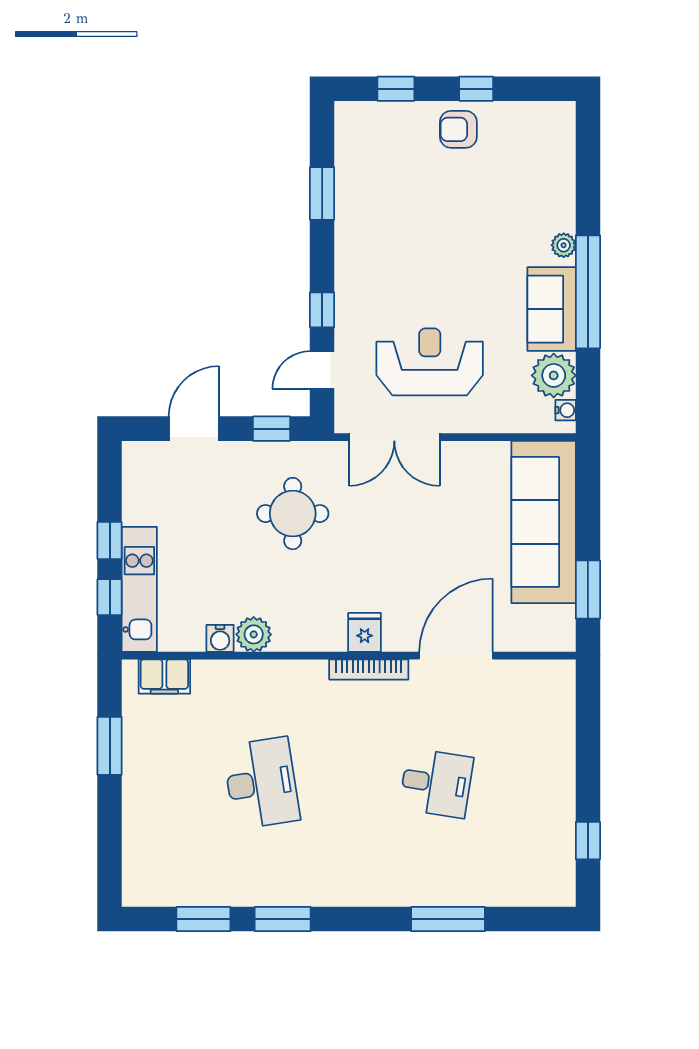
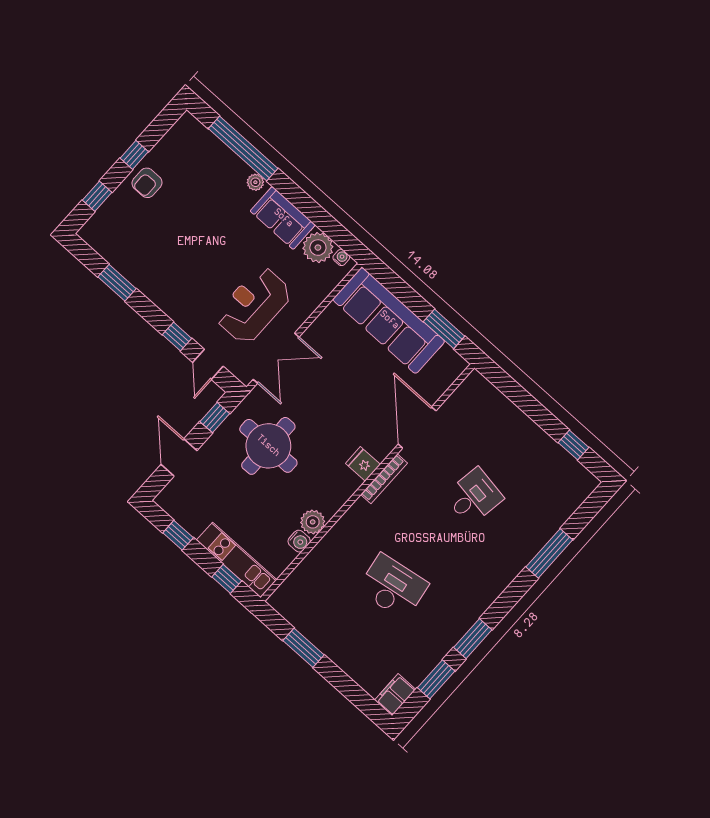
window: (588, 292) -> (243, 149), moved
round table: (293, 514) -> (268, 446), width x1.36, depth x1.36
window: (110, 541) -> (178, 535), moved
filing cabinet: (164, 676) -> (395, 695), moved, turned 180

